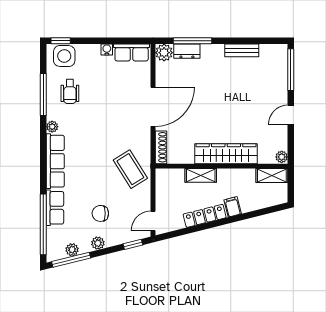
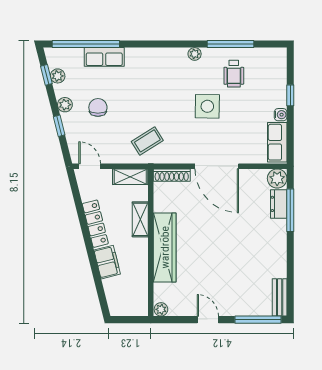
window: (61, 41) -> (290, 95), moved
bench: (242, 50) -> (280, 297), moved
side table: (64, 56) -> (207, 106), moved
wheelchair: (70, 91) -> (234, 74), turned -90
row of seats: (55, 161) -> (156, 57), removed
coffee table: (130, 169) -> (147, 141), width x0.73, depth x0.77
shelving: (272, 176) -> (130, 177), moved, turned 90
filing cabinet: (233, 207) -> (107, 262), width x2.00
window: (133, 244) -> (59, 126), moved
window: (71, 260) -> (46, 75), width x0.46

